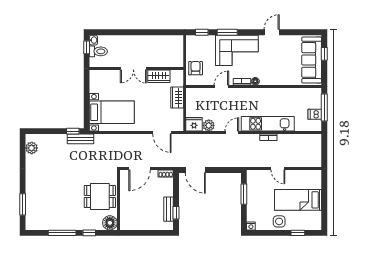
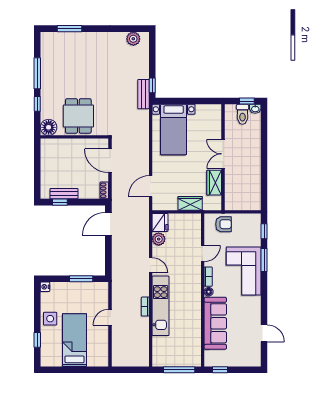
door: (272, 32) -> (264, 333), moved
window: (324, 54) -> (220, 370), moved
sofa: (312, 60) -> (215, 323), moved, turned 90
door: (221, 87) -> (203, 253), hinge flipped
dishwasher: (315, 114) -> (171, 359), removed

